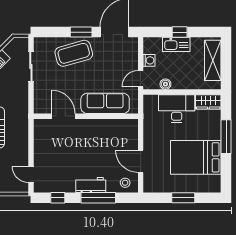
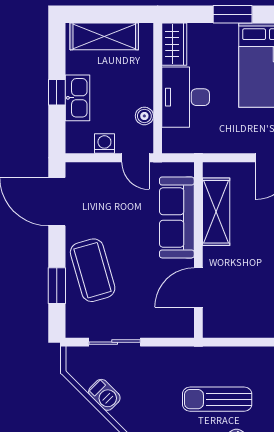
window: (81, 32) -> (57, 286), moved
shelving: (108, 127) -> (216, 212), added
window: (226, 137) -> (233, 14), width x0.69

